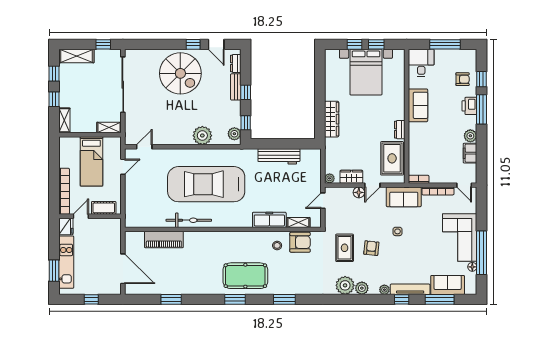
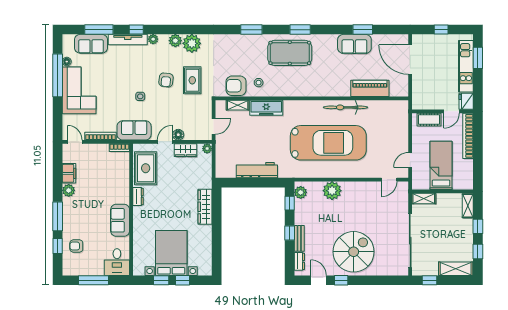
spiral stairs: (180, 73) -> (354, 252), turned 90
printer: (469, 106) -> (70, 220), removed
sofa: (180, 285) -> (354, 44), added

